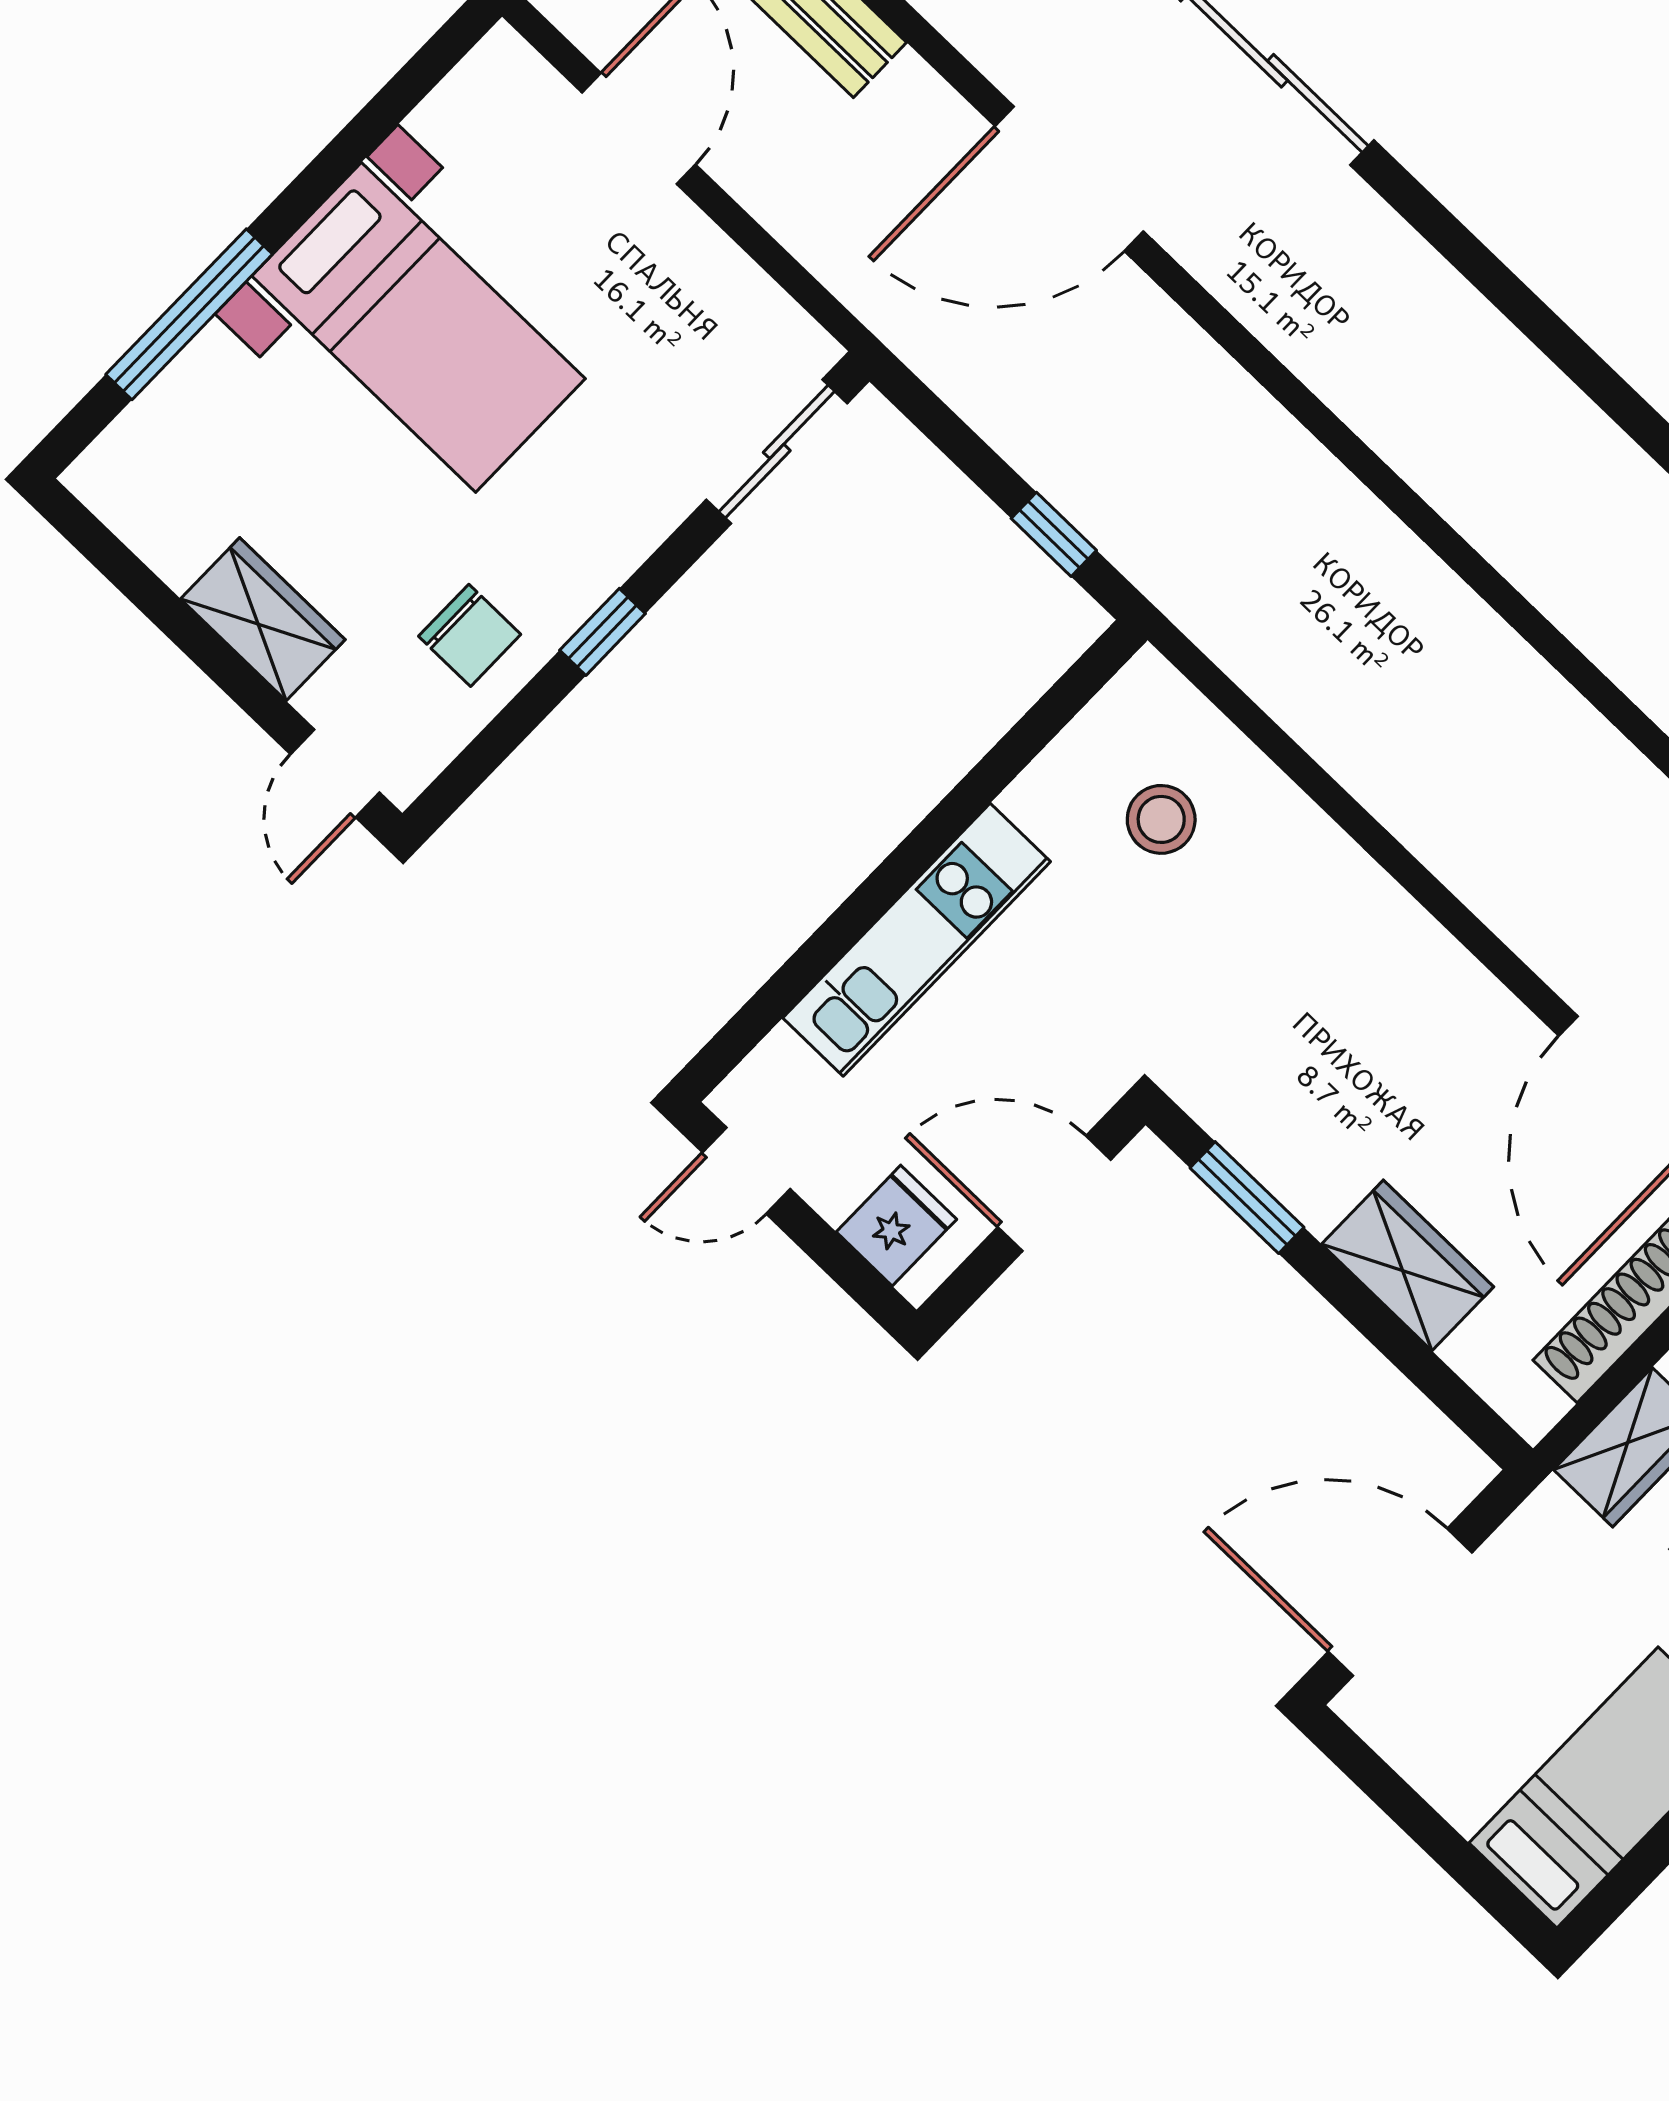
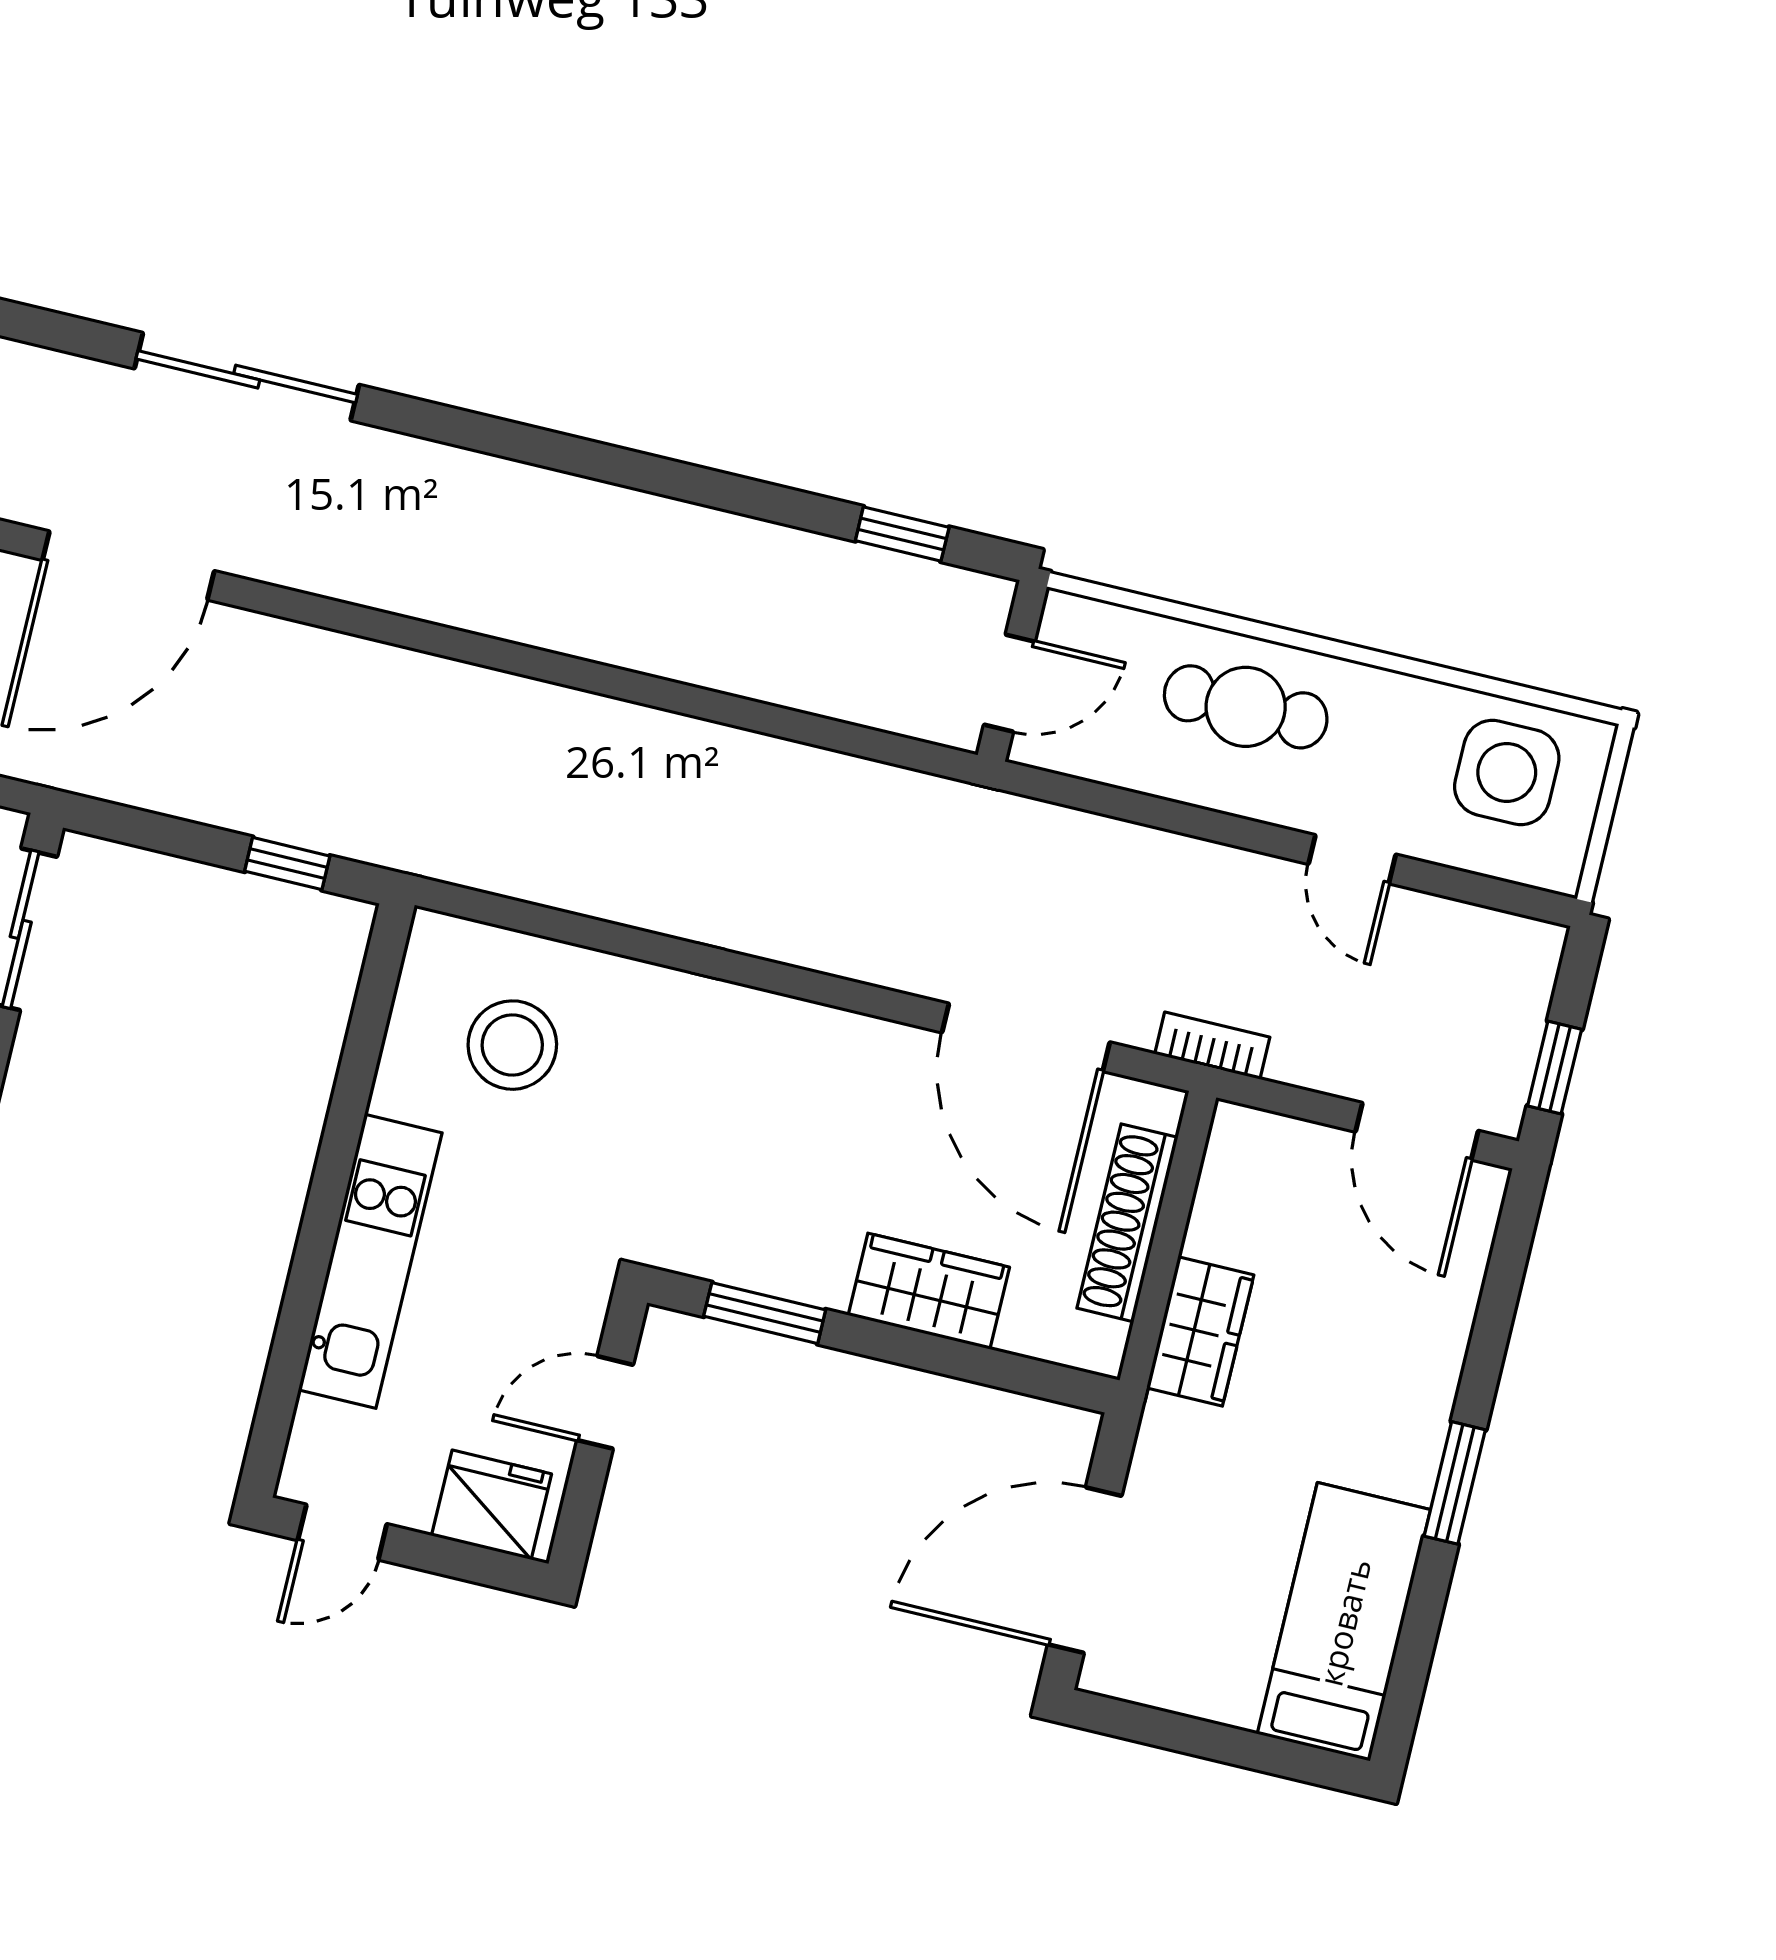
stool: (1161, 819) -> (512, 1045), width x1.38, depth x1.38
door: (1054, 1193) -> (605, 1402), width x0.73
fridge: (896, 1226) -> (492, 1505), width x1.38

